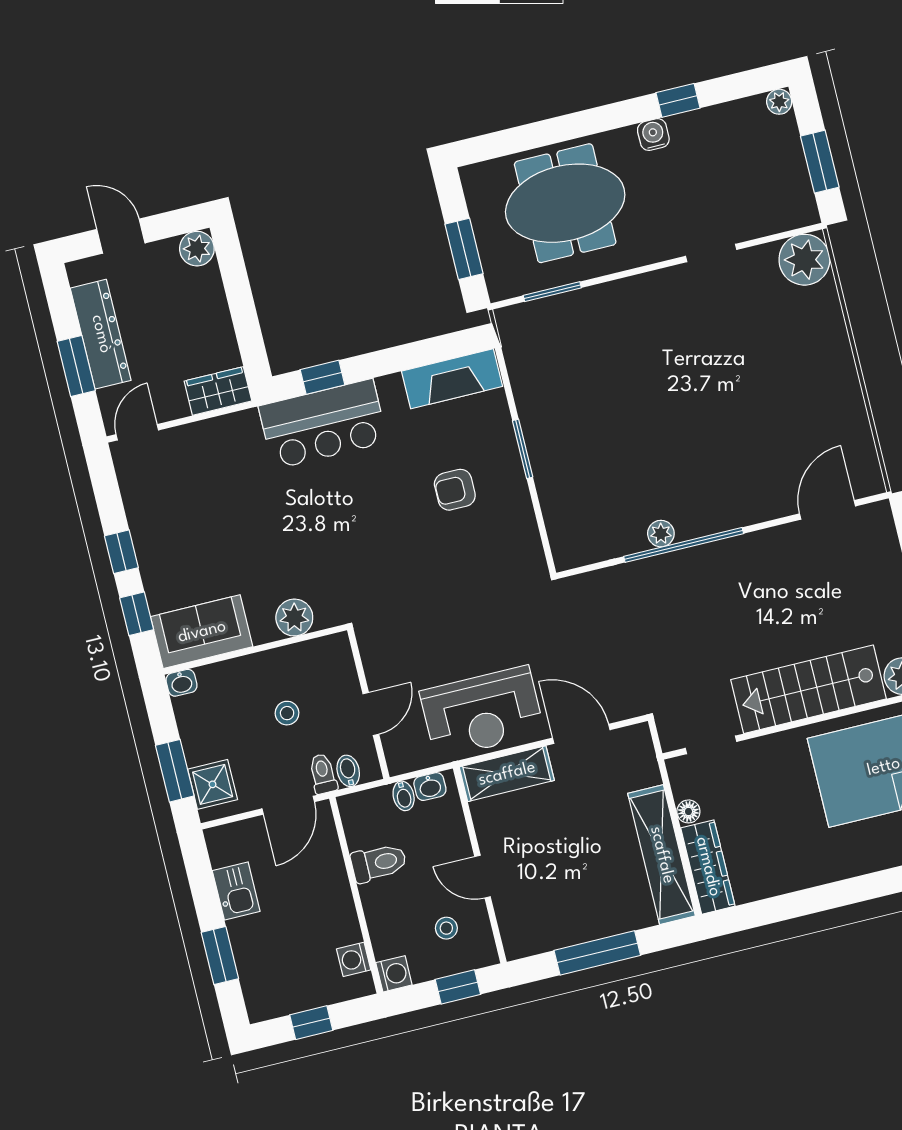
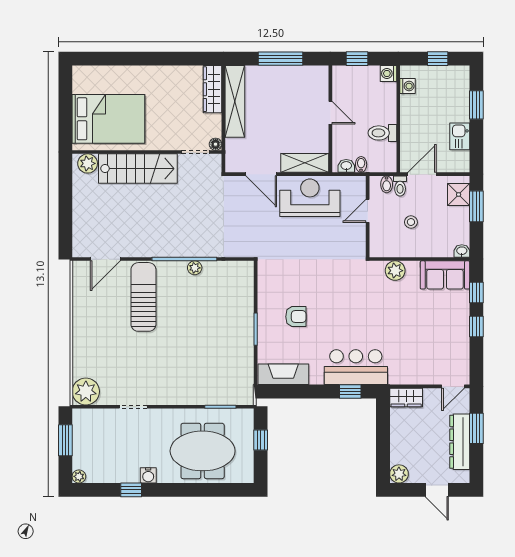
window: (464, 249) -> (261, 440), width x0.67
sun lounger: (741, 458) -> (143, 297), added
floor lamp: (688, 811) -> (216, 144), moved
stool: (446, 928) -> (356, 91), removed

